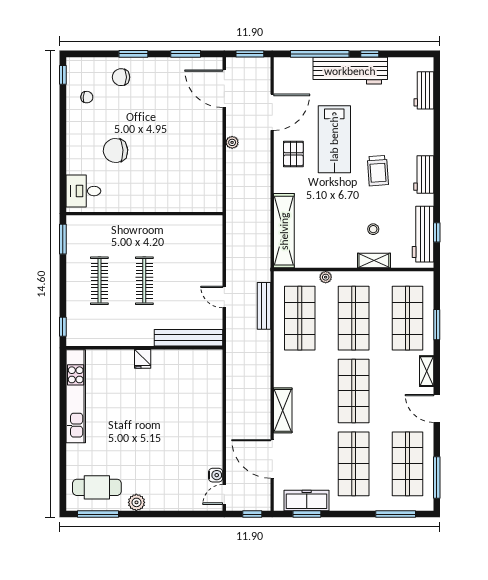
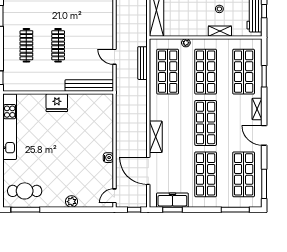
fridge: (143, 359) -> (57, 103), width x1.88, depth x1.34
water cooler: (216, 475) -> (108, 158), moved
plant: (136, 502) -> (72, 202), moved

